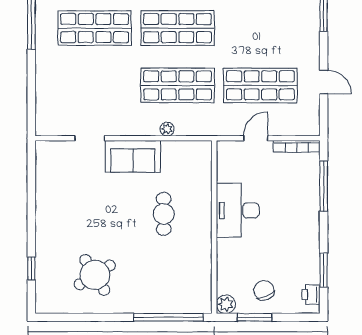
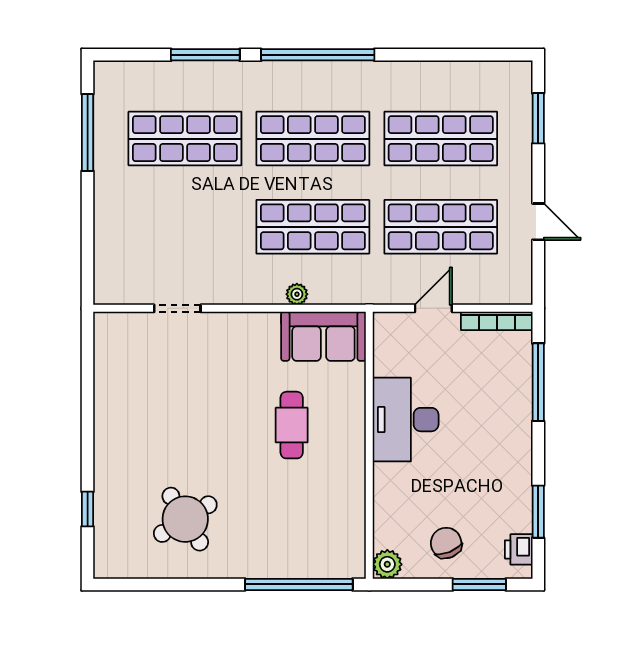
shop shelf: (260, 28) -> (441, 139), added
sofa: (133, 156) -> (323, 336), moved
window: (255, 317) -> (479, 584), moved

